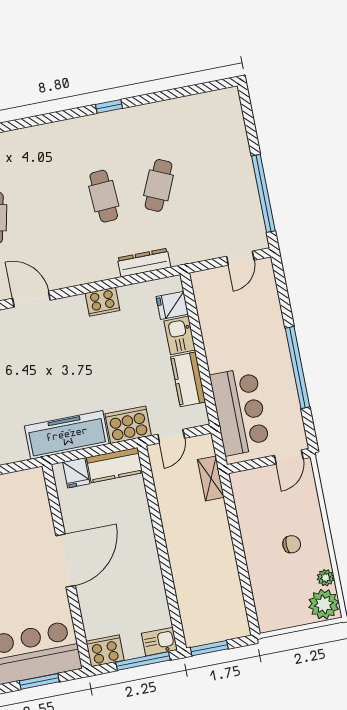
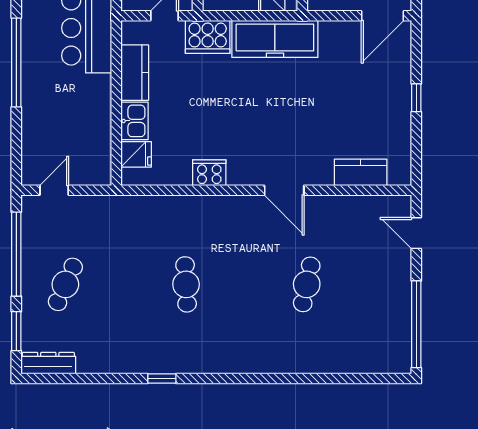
window: (250, 123) -> (16, 331), added
cafe table: (159, 185) -> (65, 284), moved
dresser: (144, 263) -> (48, 363), moved, turned 180

